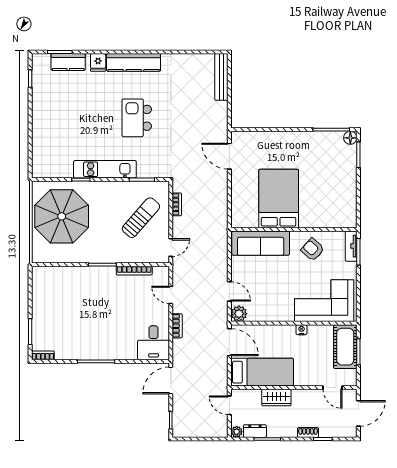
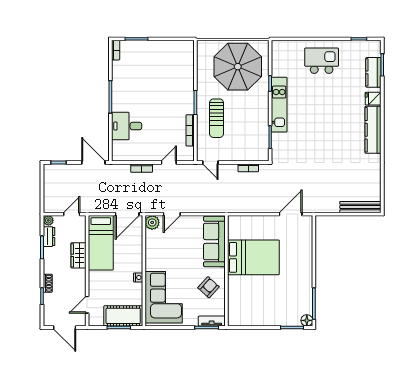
kitchen island: (137, 118) -> (322, 61), moved
sun lounger: (141, 218) -> (217, 118), moved, turned 49
desk: (154, 343) -> (127, 126), moved

